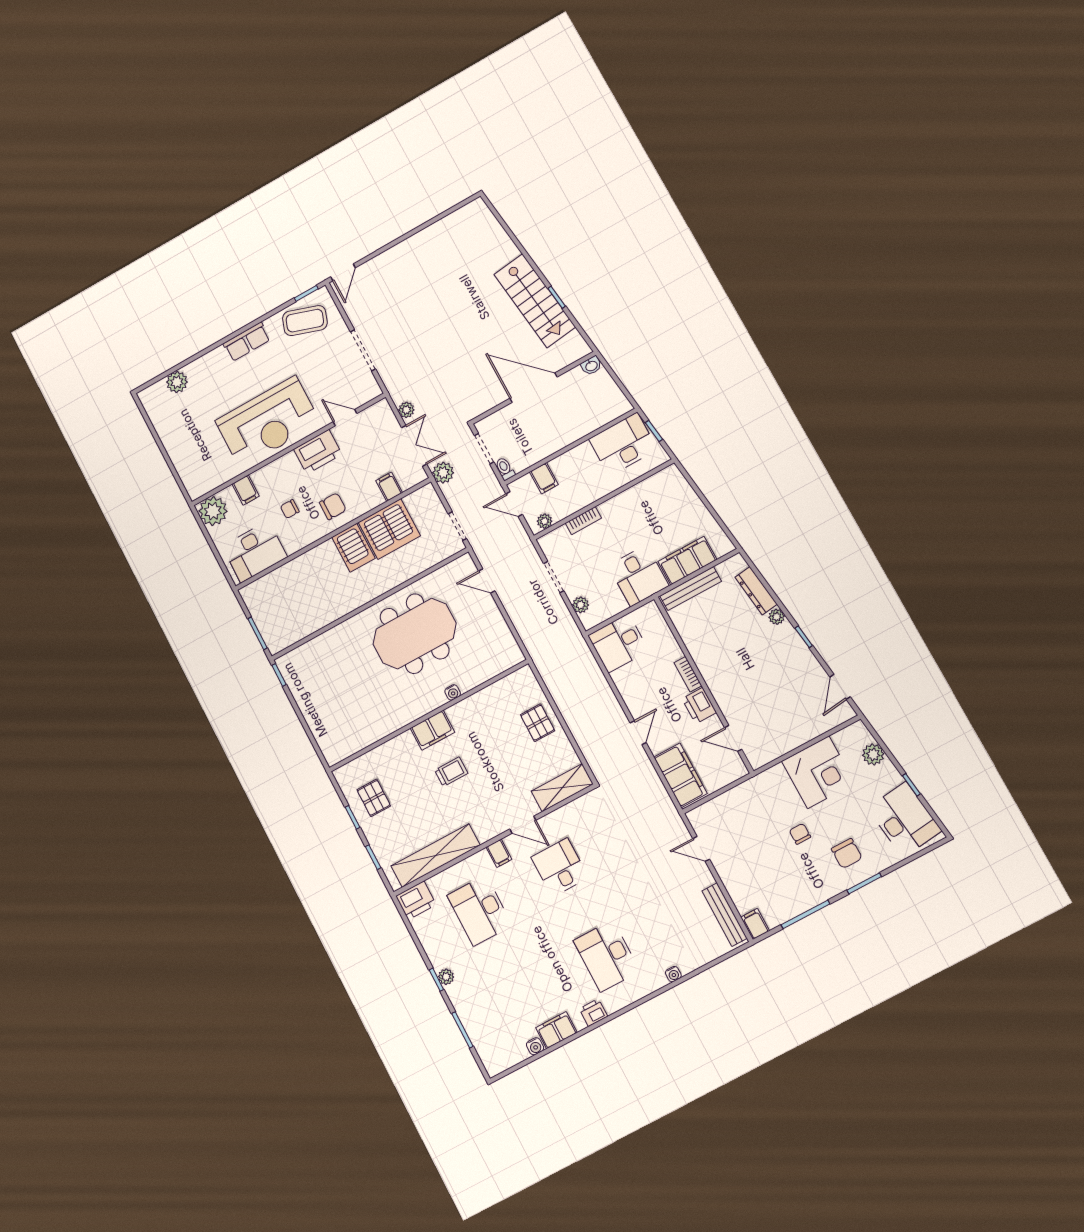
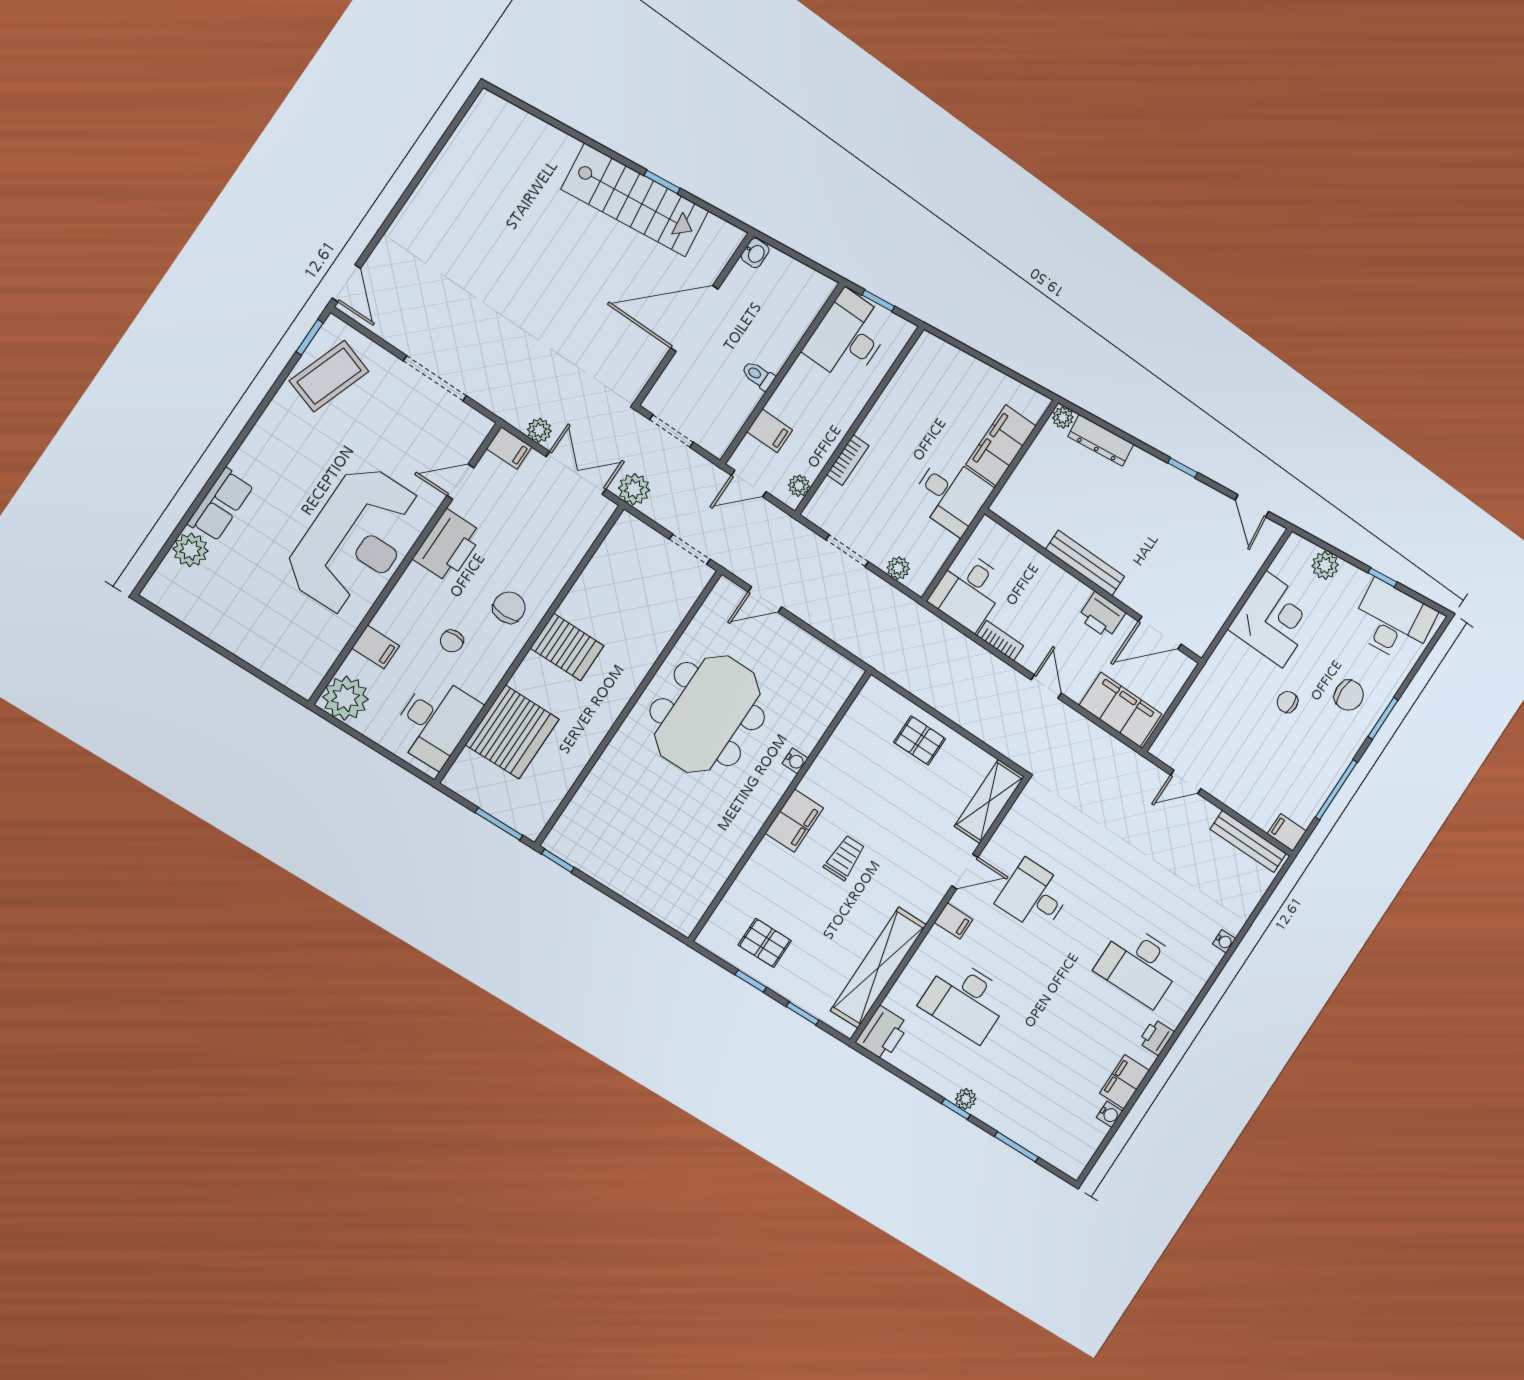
row of seats: (247, 342) -> (221, 505), moved
toilet: (505, 469) -> (758, 375), moved
filing cabinet: (389, 487) -> (509, 448), moved, turned 180
server rack: (389, 529) -> (512, 732), moved
bench: (691, 589) -> (1085, 563), moved, turned 90
plant: (777, 617) -> (1063, 418), moved
bookcase: (688, 674) -> (1000, 641), moved, turned 180
door: (733, 738) -> (1160, 633), width x1.38

